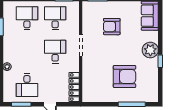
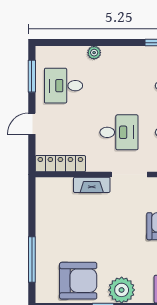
fireplace: (87, 68) -> (92, 185), added
armchair: (125, 76) -> (78, 281), moved, turned -90

